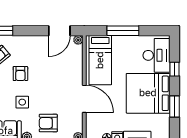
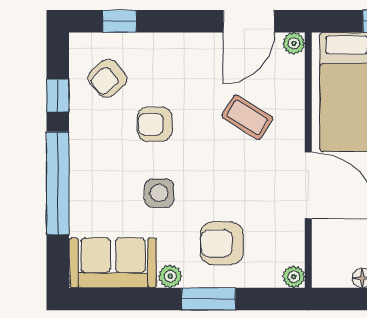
coffee table: (59, 71) -> (247, 117), added
armchair: (20, 74) -> (155, 124), turned 90

